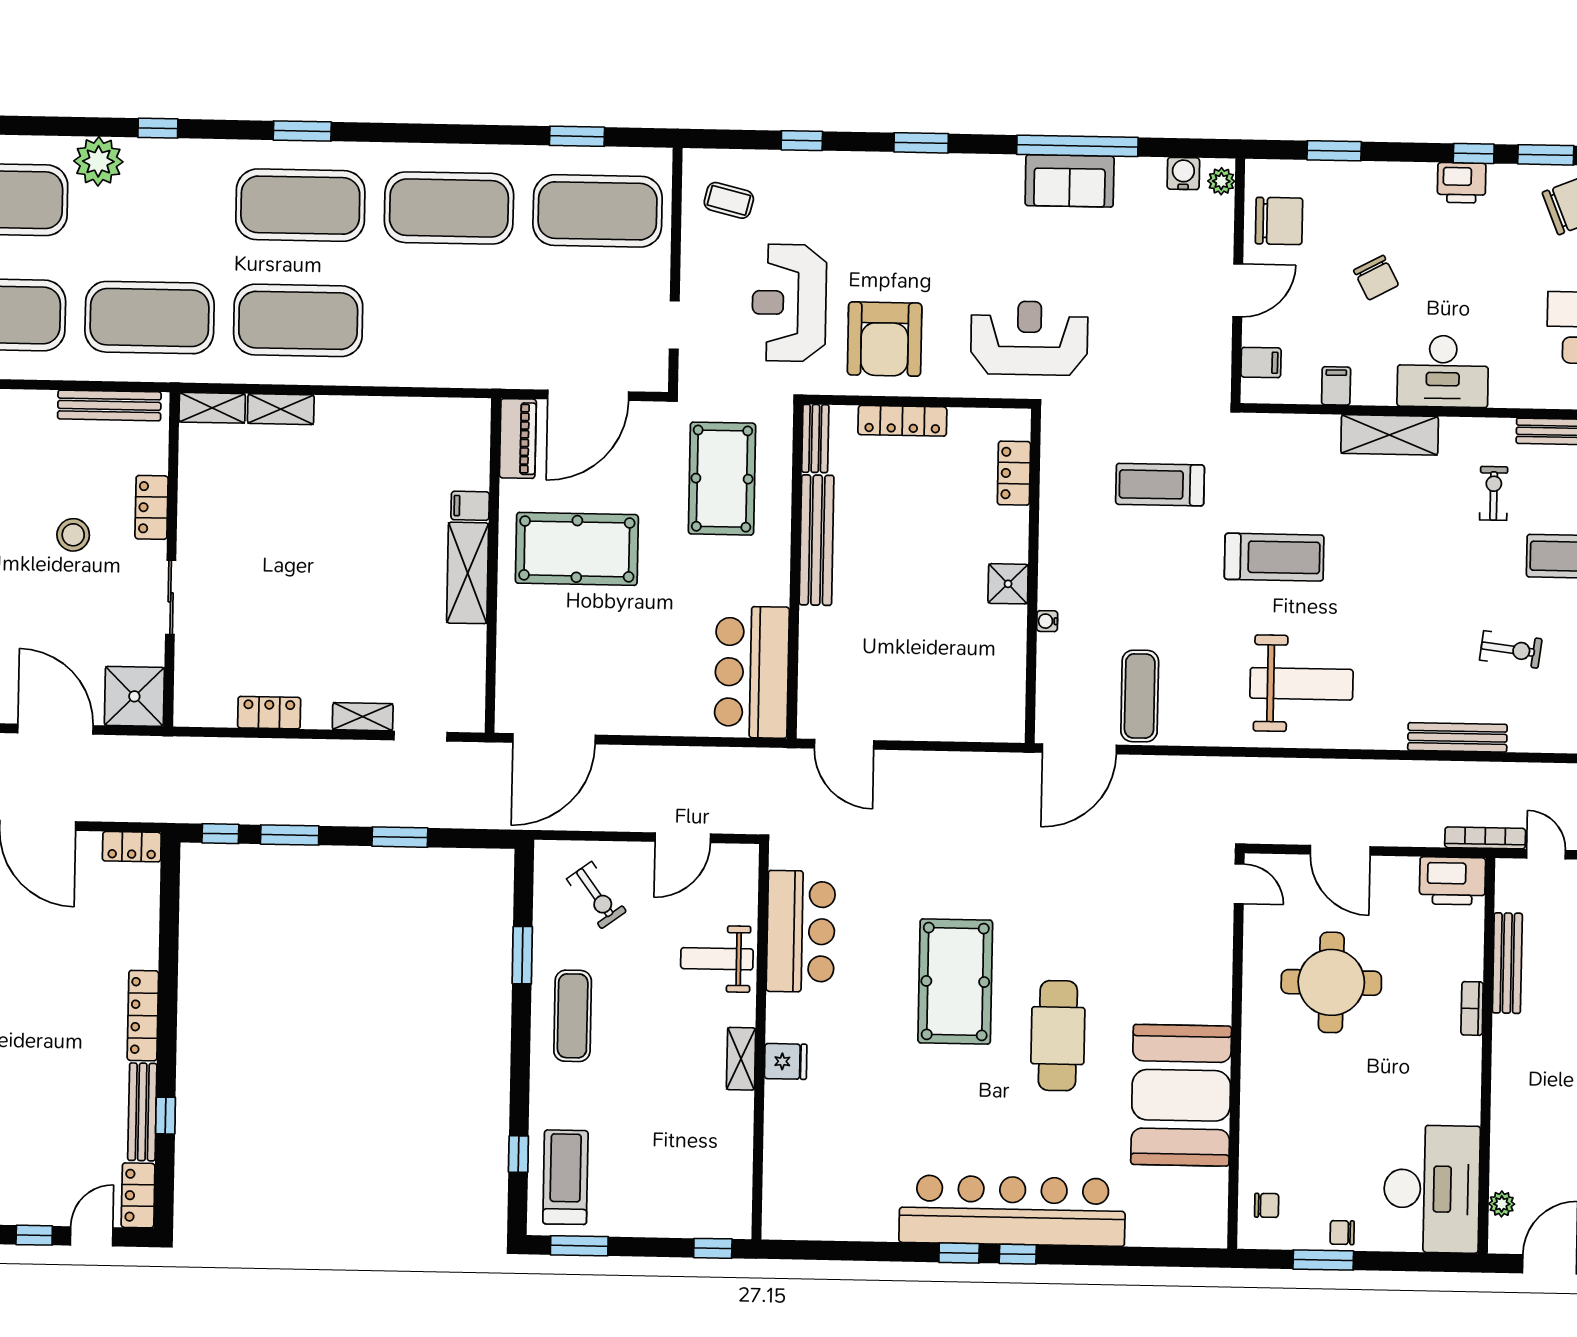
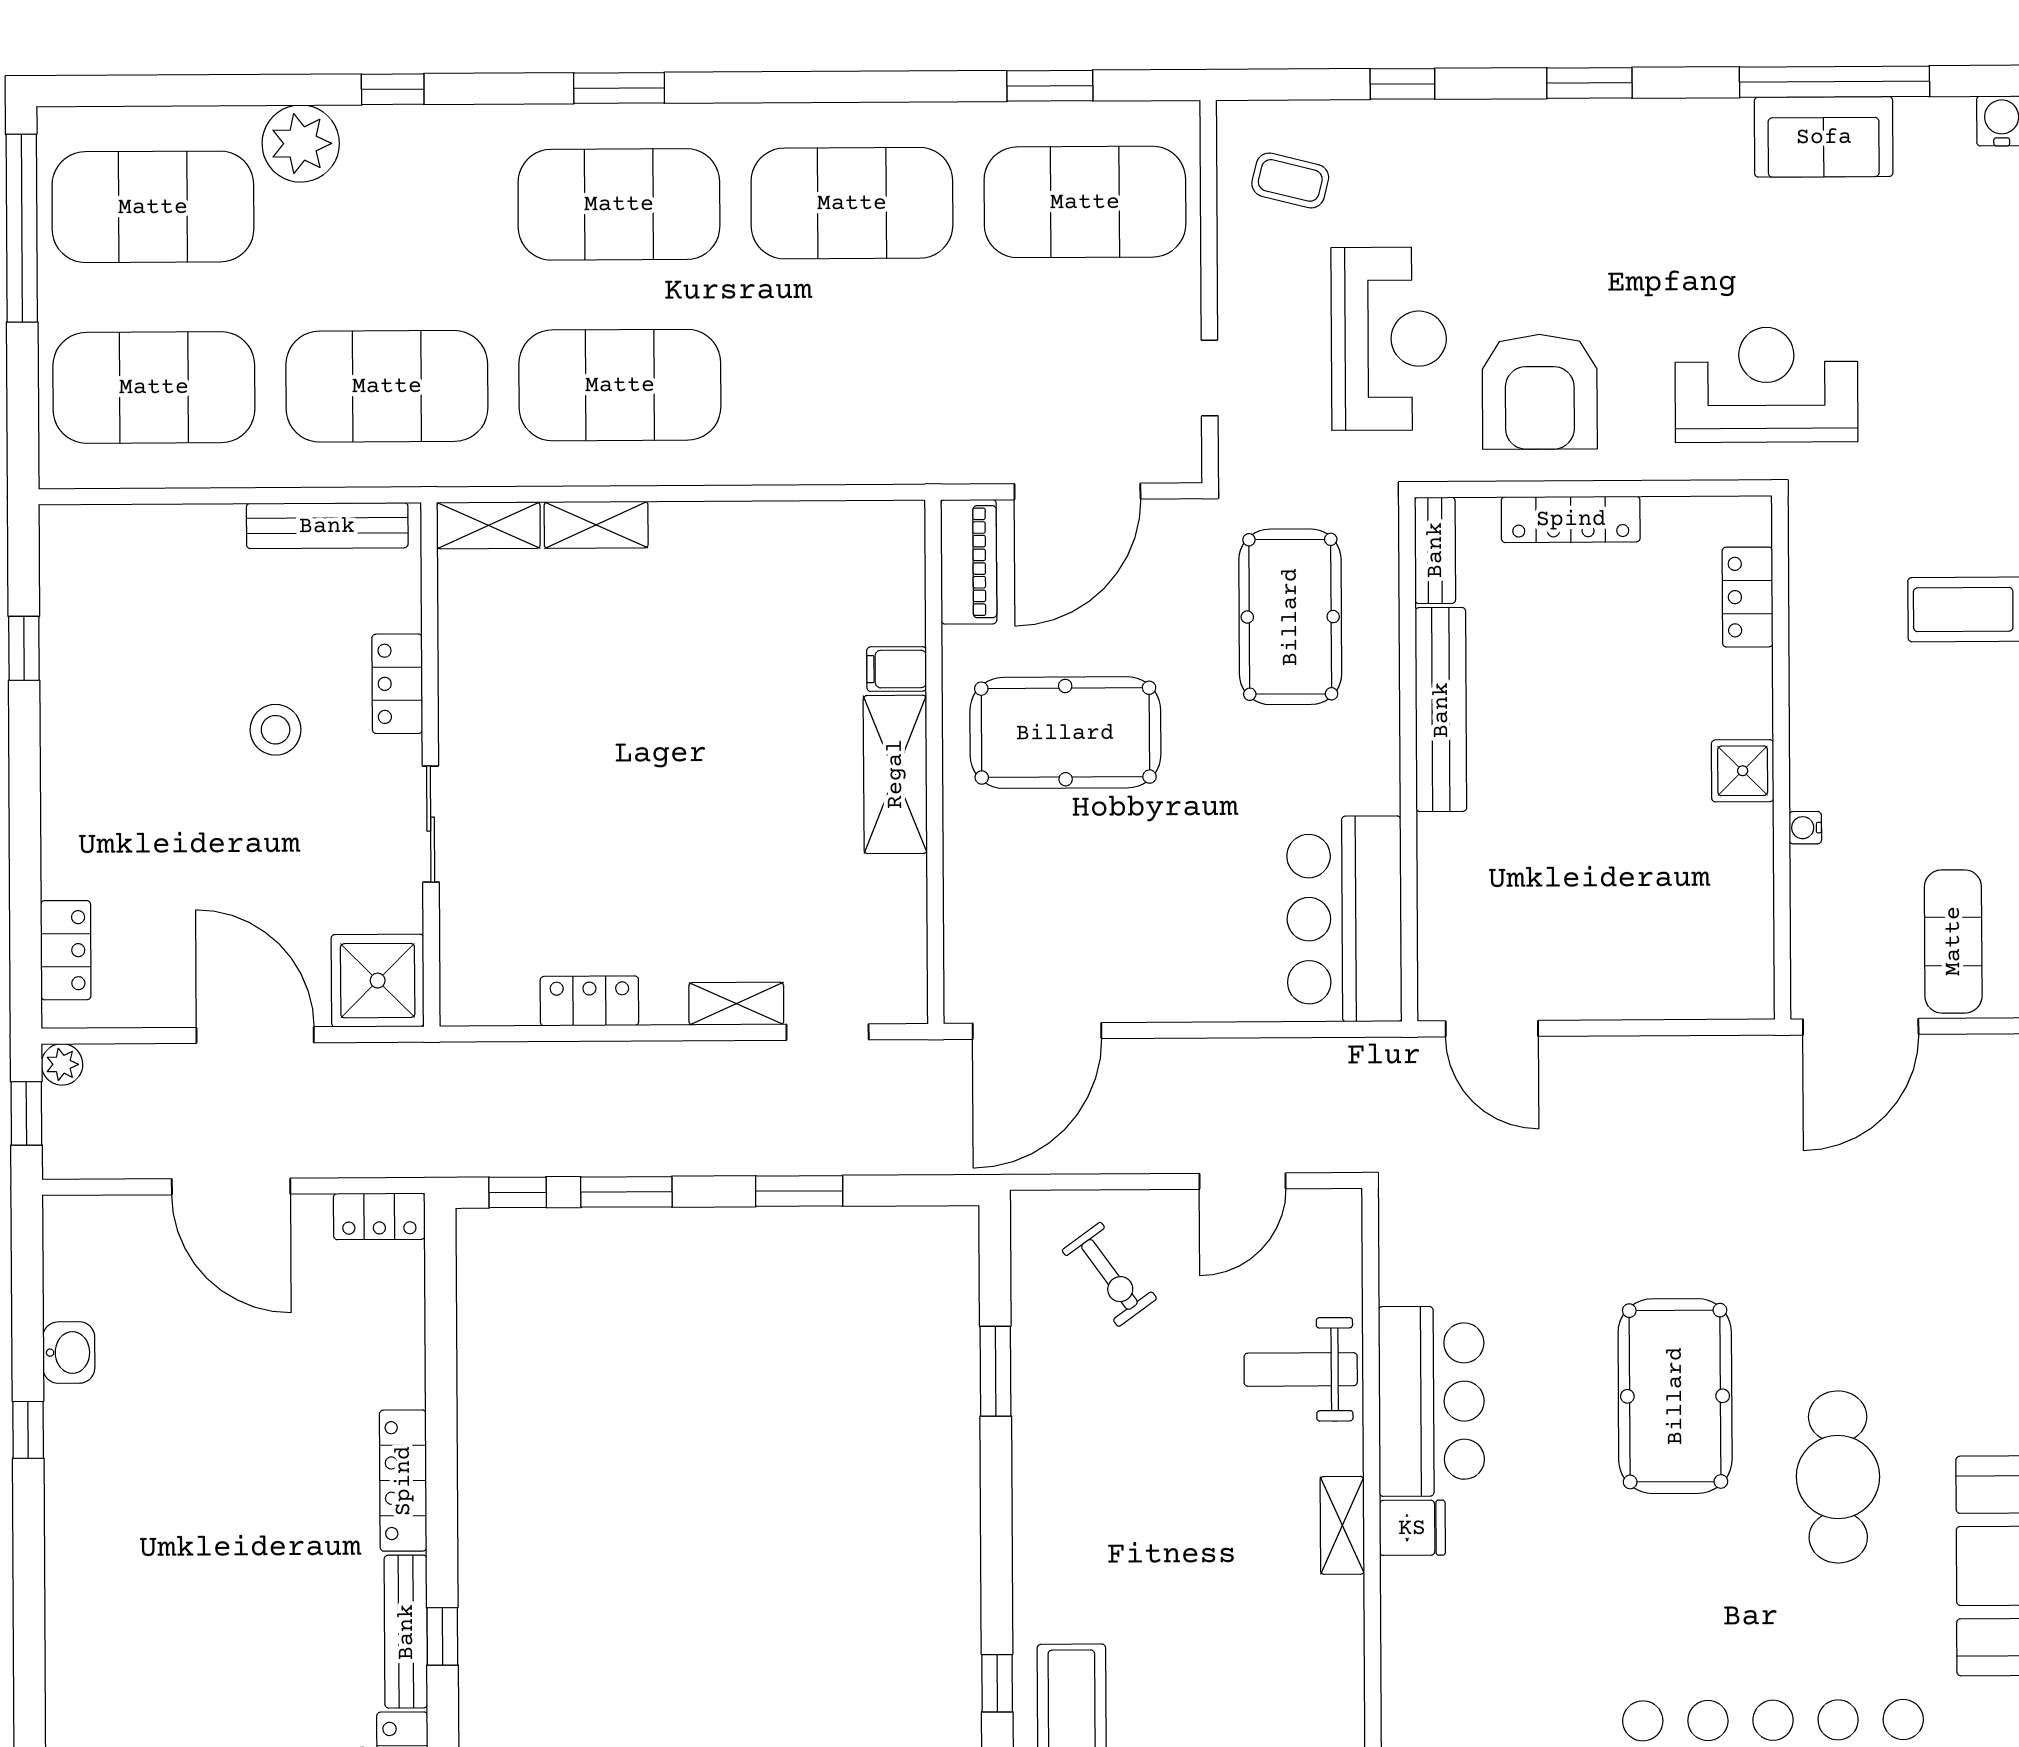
reception desk: (789, 303) -> (1389, 339), turned 180
bar counter: (801, 931) -> (1431, 1401), moved
exercise mat: (573, 1016) -> (1077, 1465), removed

